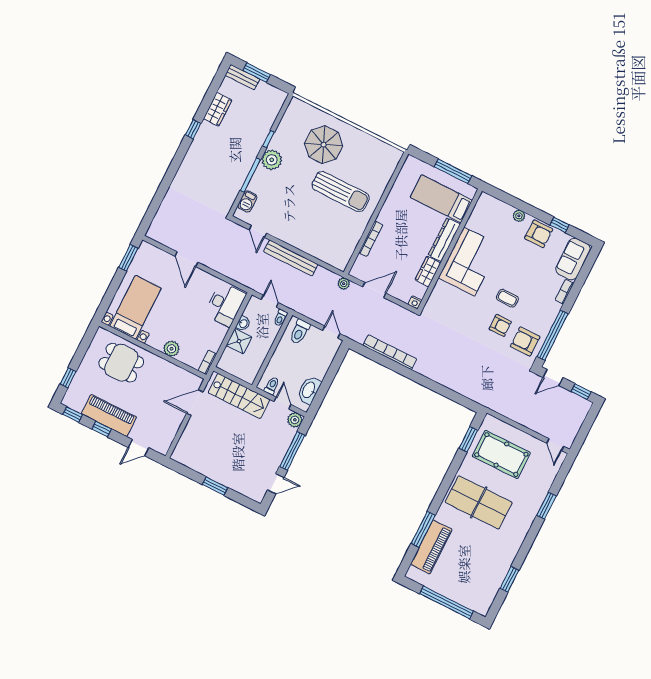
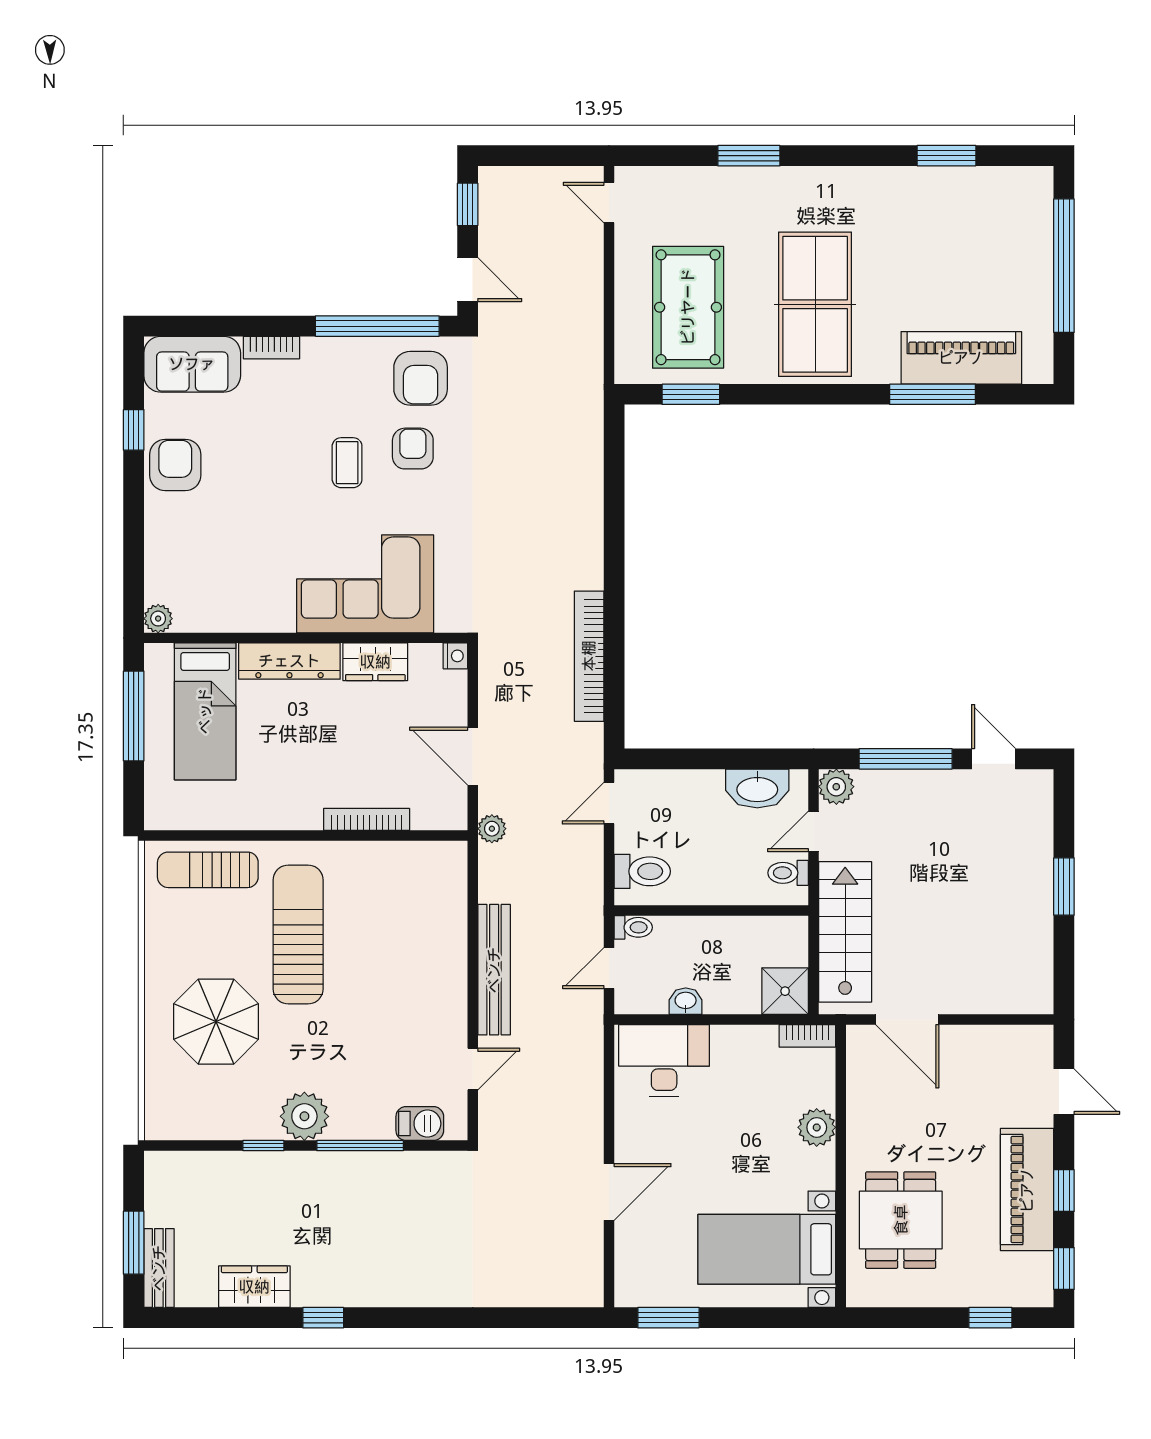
sun lounger: (382, 170) -> (208, 870), added
plant: (519, 216) -> (158, 619), moved
corner sofa: (469, 262) -> (365, 584), moved
shower: (239, 341) -> (785, 991), moved
door: (555, 445) -> (609, 203), swing flipped

